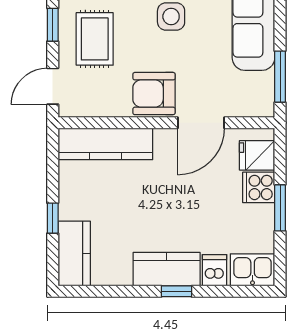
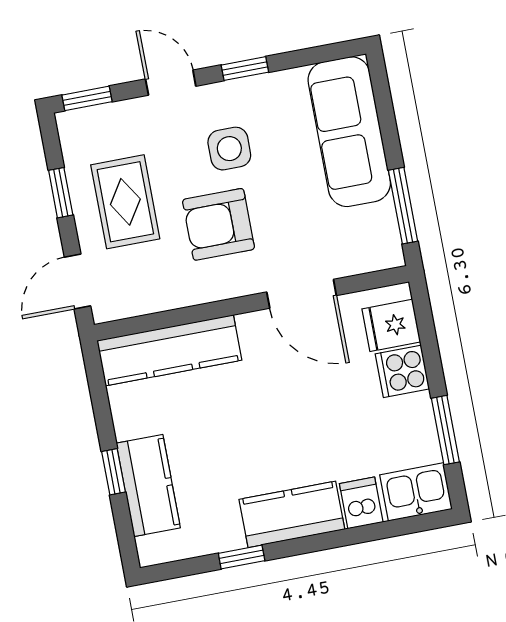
armchair: (154, 94) -> (219, 224), moved
door: (201, 123) -> (302, 294), hinge flipped
window: (280, 208) -> (445, 430), moved
kitchen counter: (74, 254) -> (148, 486), moved
window: (177, 291) -> (242, 557), moved

